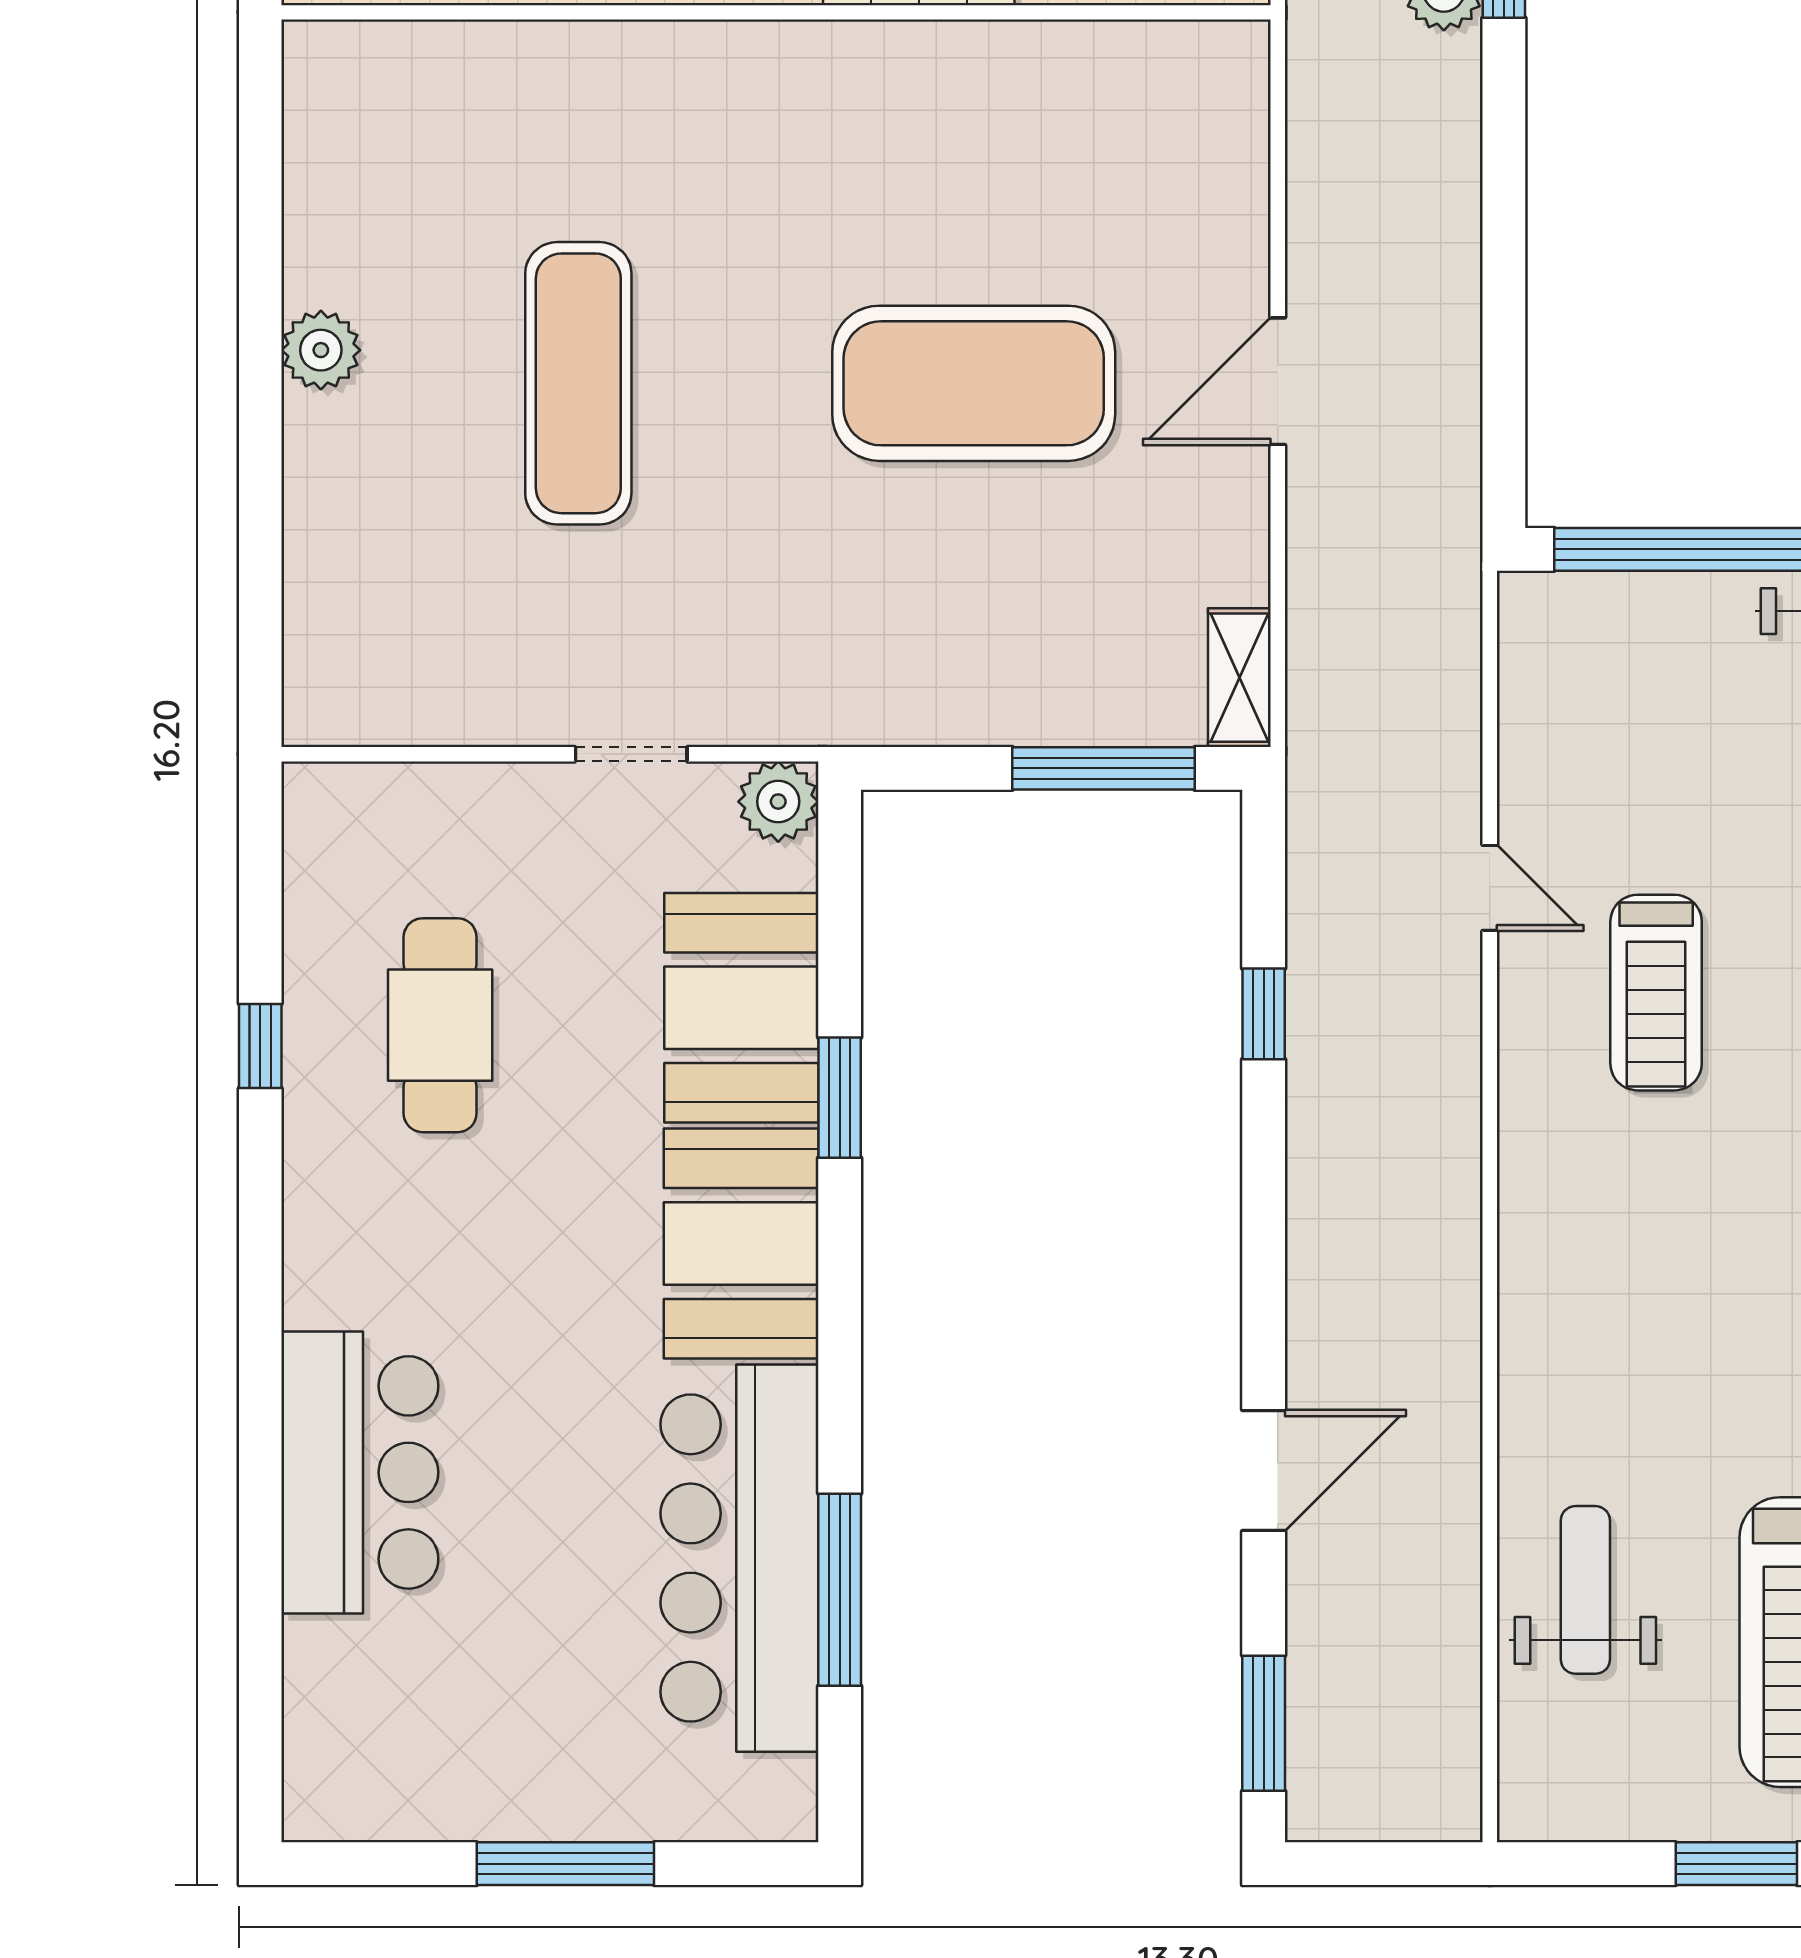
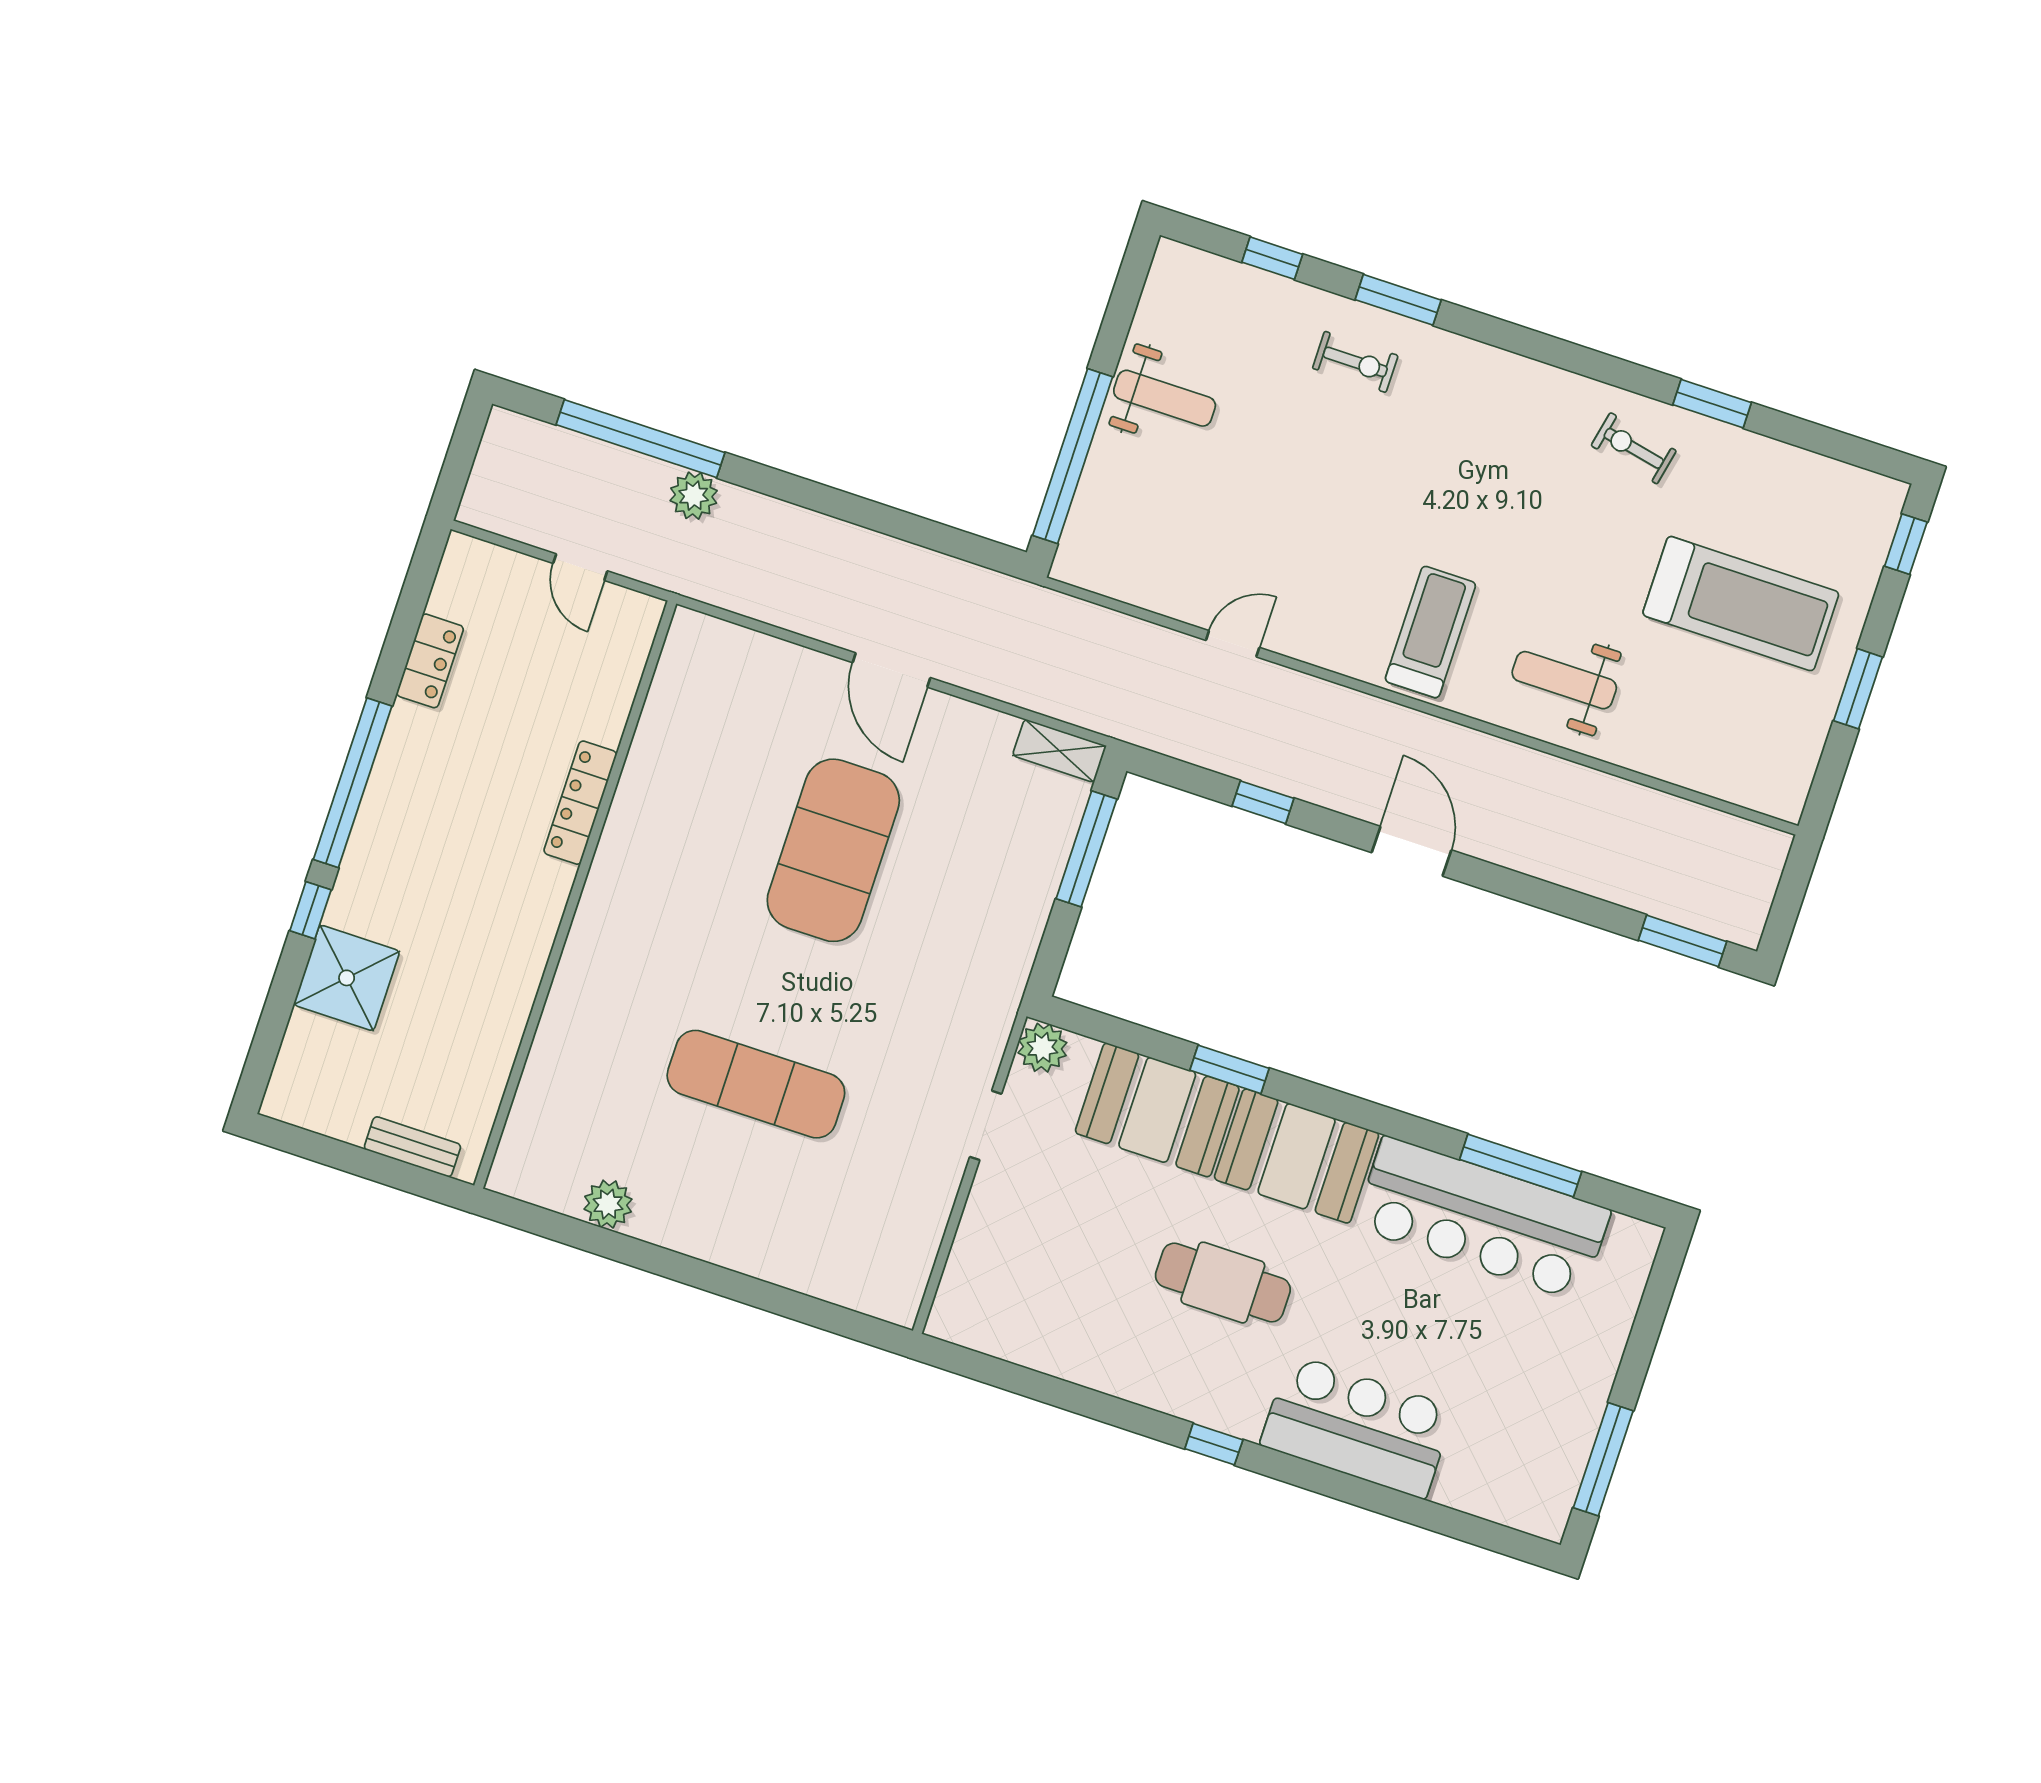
plant: (321, 350) -> (608, 1204), moved
treadmill: (1656, 993) -> (1430, 632), moved, turned -90
cafe table: (440, 1025) -> (1223, 1283), moved
window: (260, 1046) -> (1214, 1444), moved
door: (1264, 1470) -> (1411, 851), moved
weight bench: (1585, 1590) -> (1564, 680), moved
window: (565, 1864) -> (1603, 1459), moved

